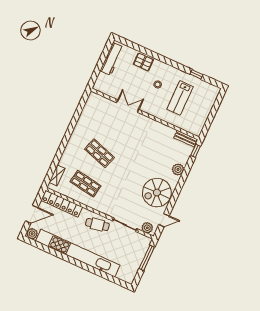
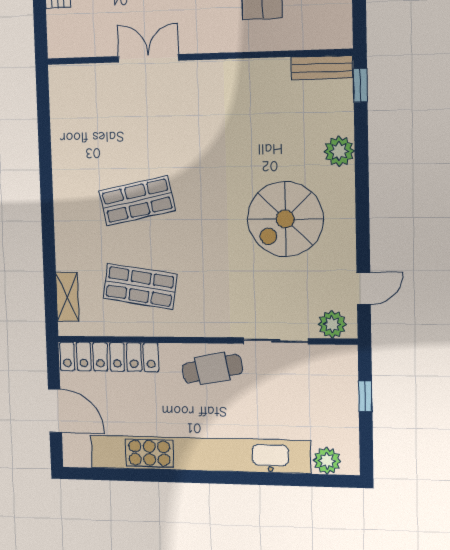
shop shelf: (99, 153) -> (137, 201), turned -30
spiral stairs: (157, 193) -> (285, 219), moved
door: (32, 214) -> (55, 411), hinge flipped
plant: (32, 234) -> (327, 461), moved
window: (147, 258) -> (365, 396), width x0.46

